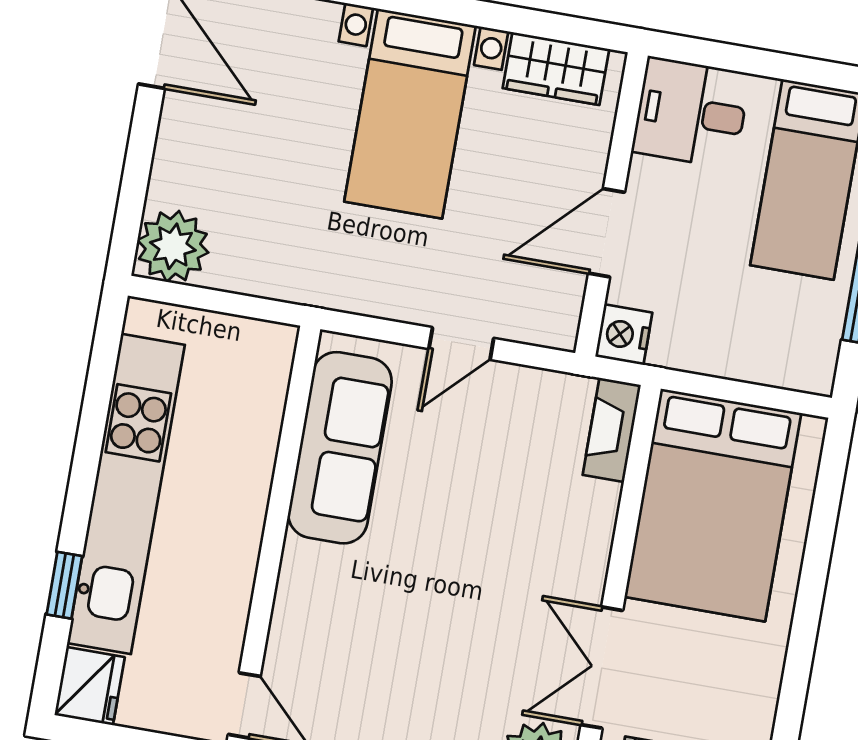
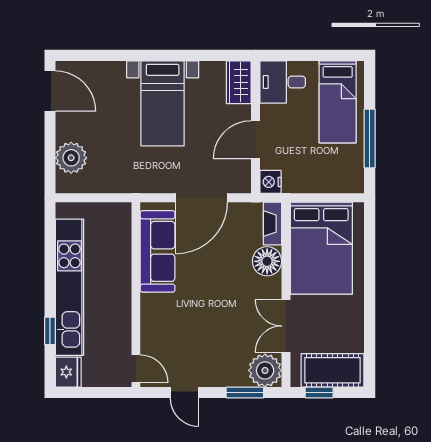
wardrobe: (556, 69) -> (239, 82), moved, turned 90
plant: (173, 246) -> (71, 158), moved
door: (461, 344) -> (202, 198), width x1.88
floor lamp: (585, 513) -> (267, 261), added

